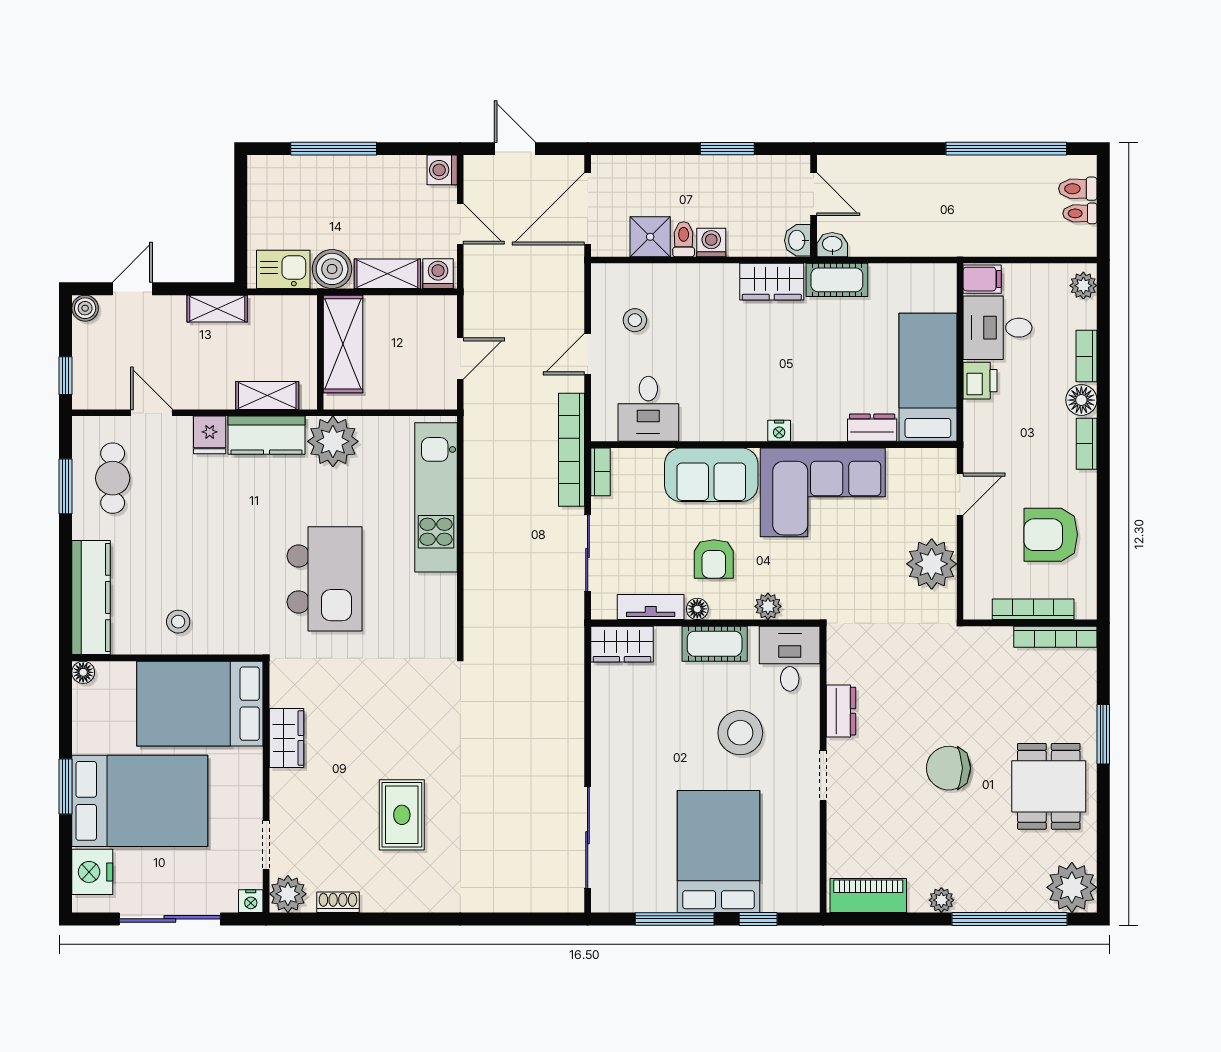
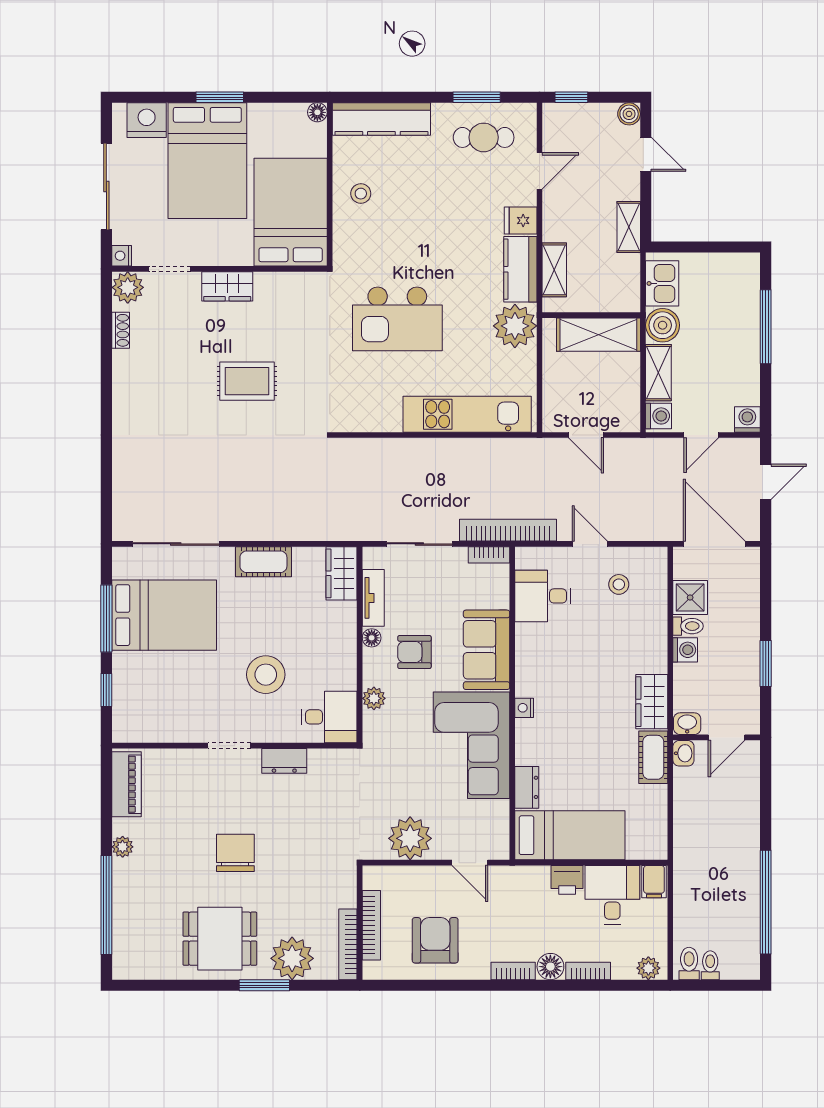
toilet: (1078, 189) -> (689, 963), moved
cot: (715, 644) -> (263, 562), moved, turned 90
wardrobe: (287, 738) -> (227, 286), moved
rug: (402, 815) -> (247, 381), moved
bed: (719, 851) -> (164, 615), moved
plant: (1072, 887) -> (292, 958), moved

